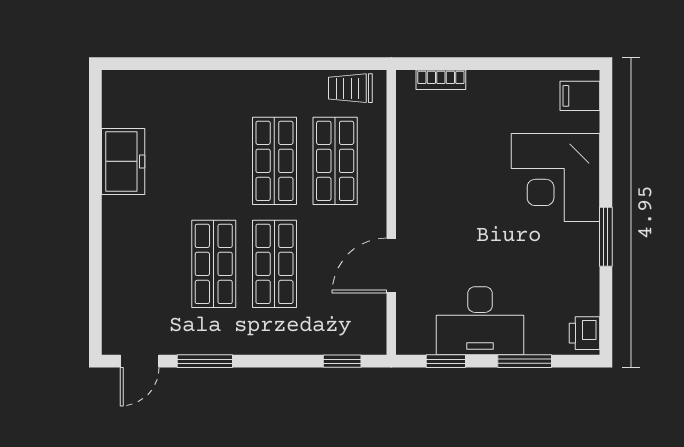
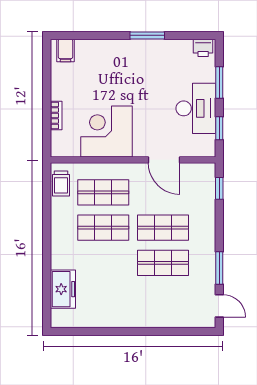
bookcase: (441, 80) -> (56, 115), moved
freezer: (123, 161) -> (63, 289), moved, turned 90
corner desk: (556, 177) -> (107, 132), moved, turned 180

